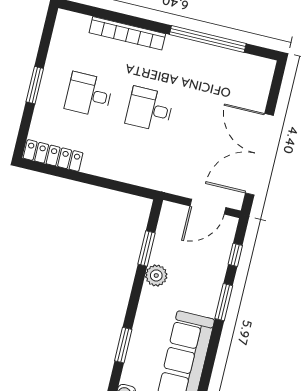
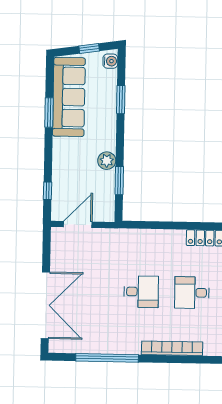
desk: (89, 95) -> (192, 293), turned 180
double door: (259, 154) -> (45, 305), moved
window: (224, 302) -> (49, 112), moved

